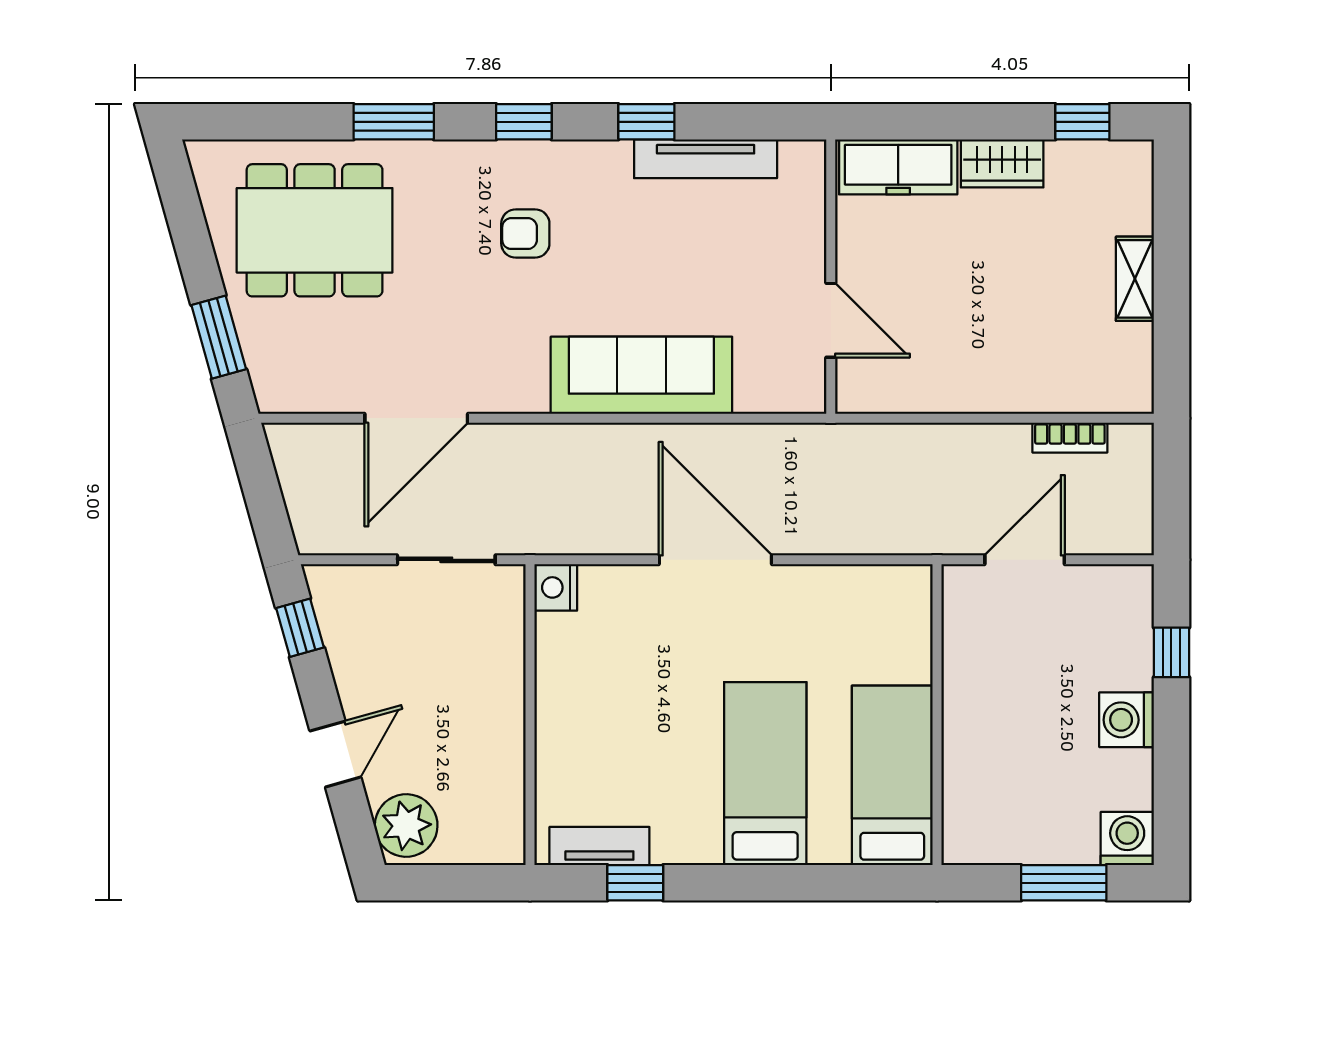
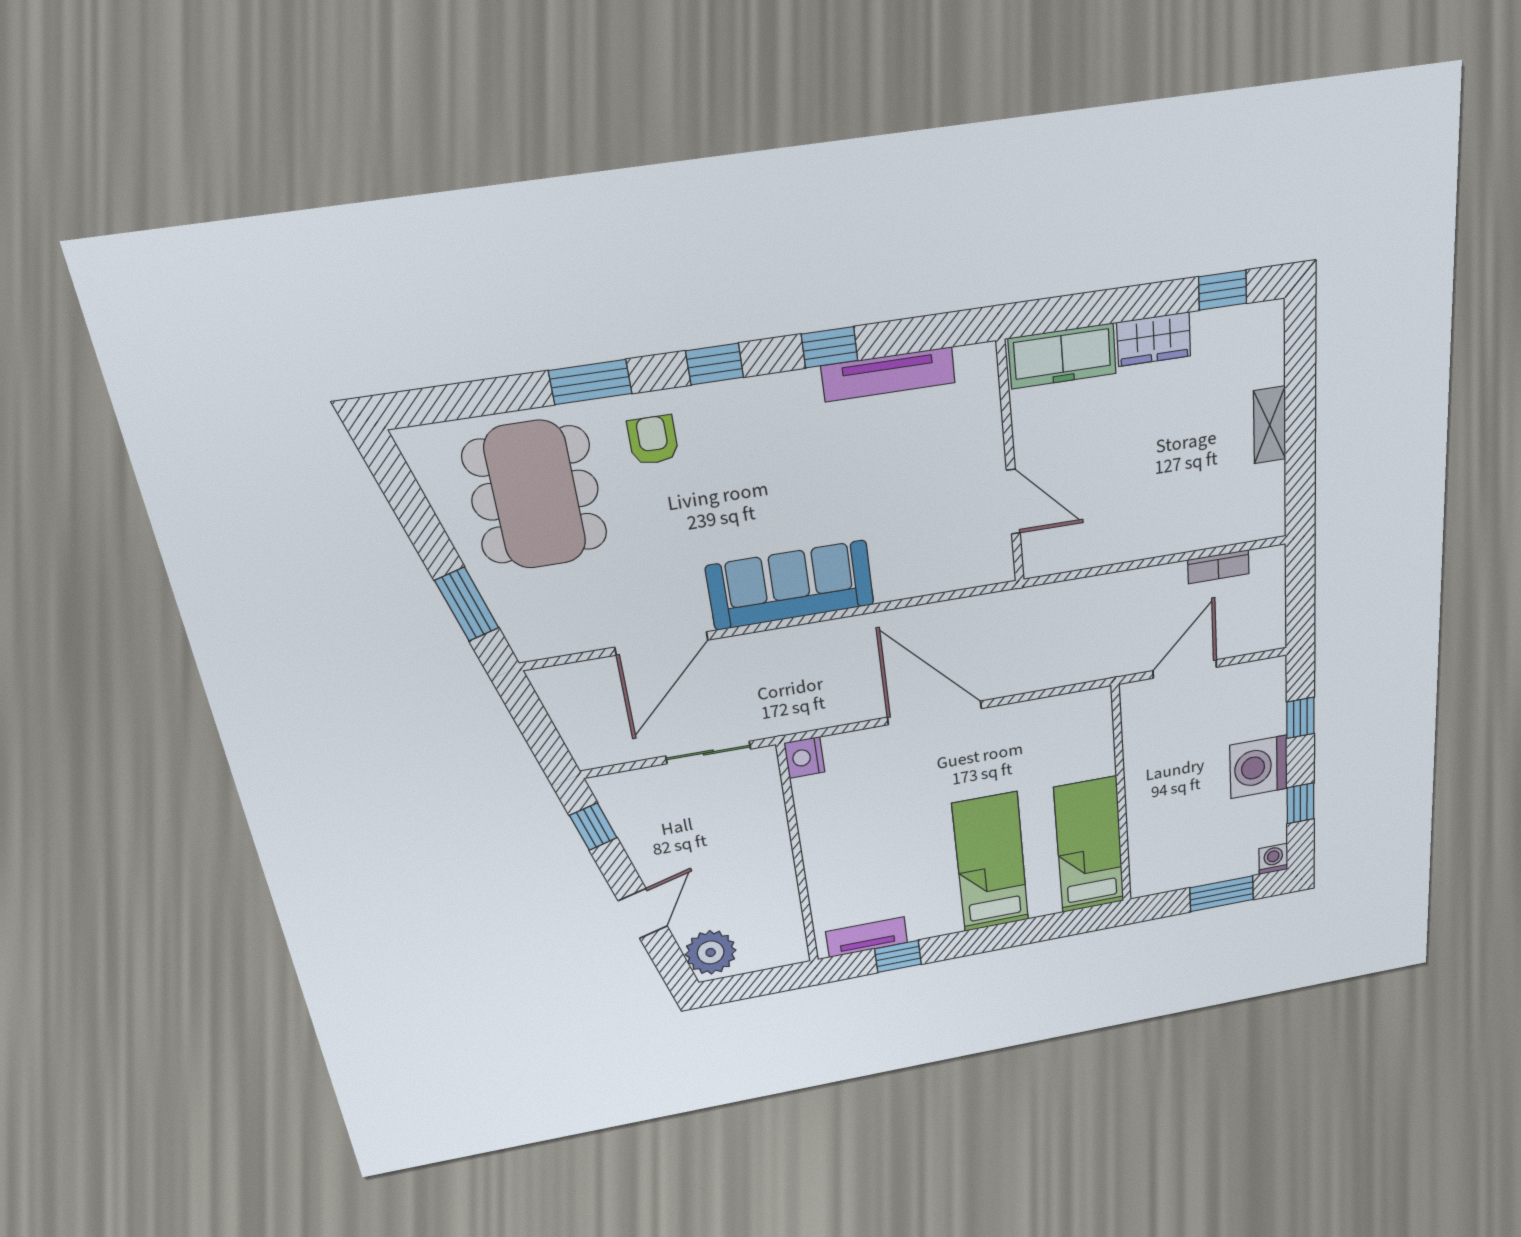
dining table: (315, 230) -> (535, 495), turned 90
armchair: (525, 234) -> (653, 440), moved, turned 90
sofa: (641, 375) -> (790, 585), moved
washing machine: (1127, 720) -> (1259, 767), width x1.37, depth x1.37
window: (1171, 772) -> (1300, 803), added
washing machine: (1127, 839) -> (1273, 859), width x0.73, depth x0.73

